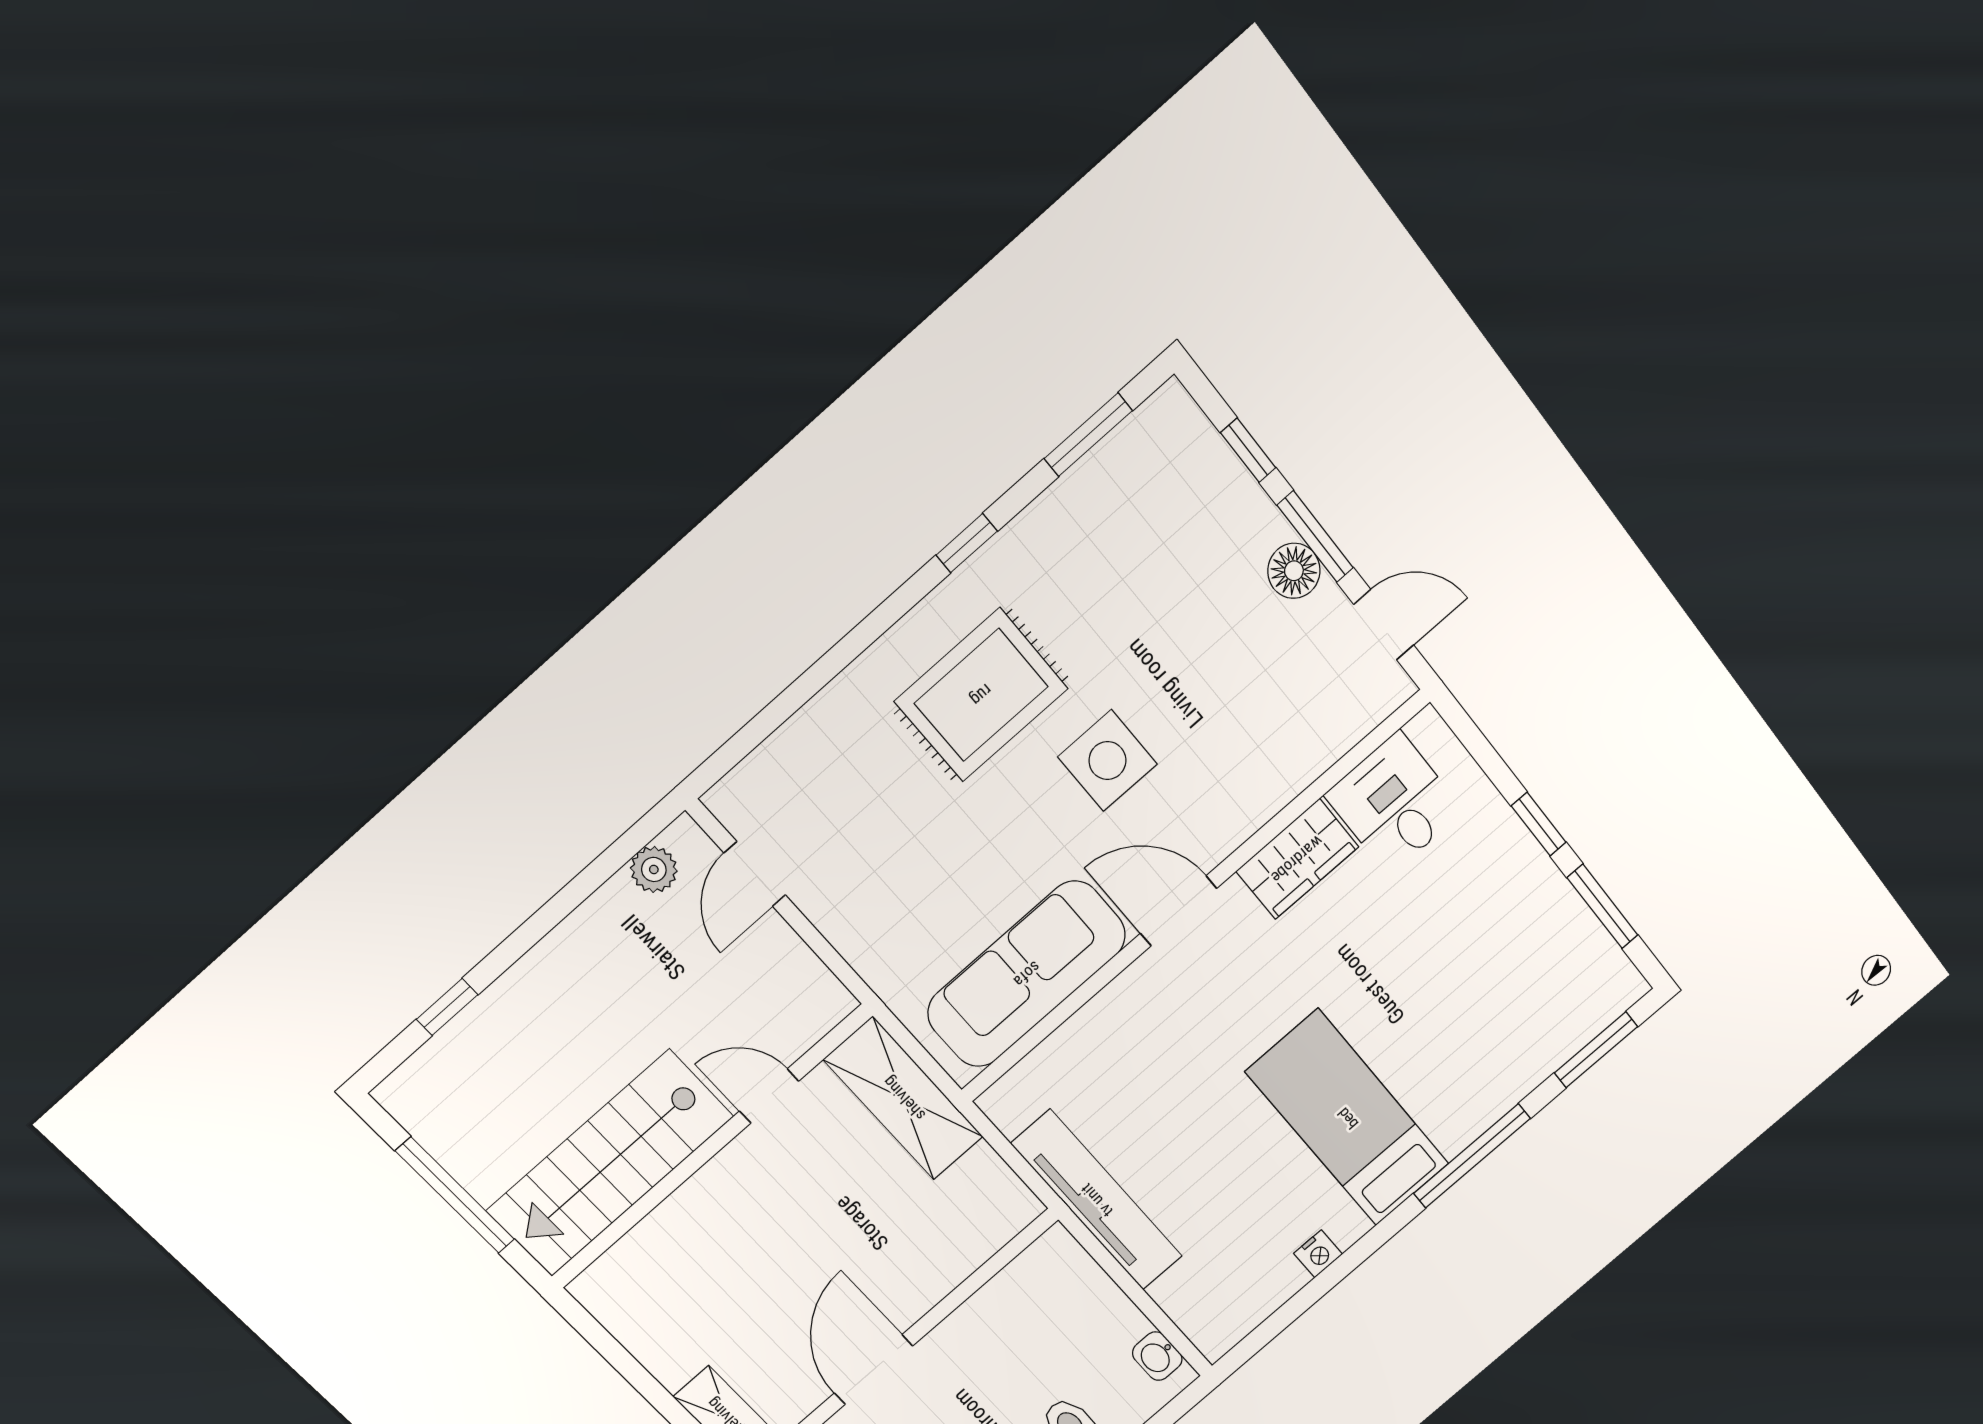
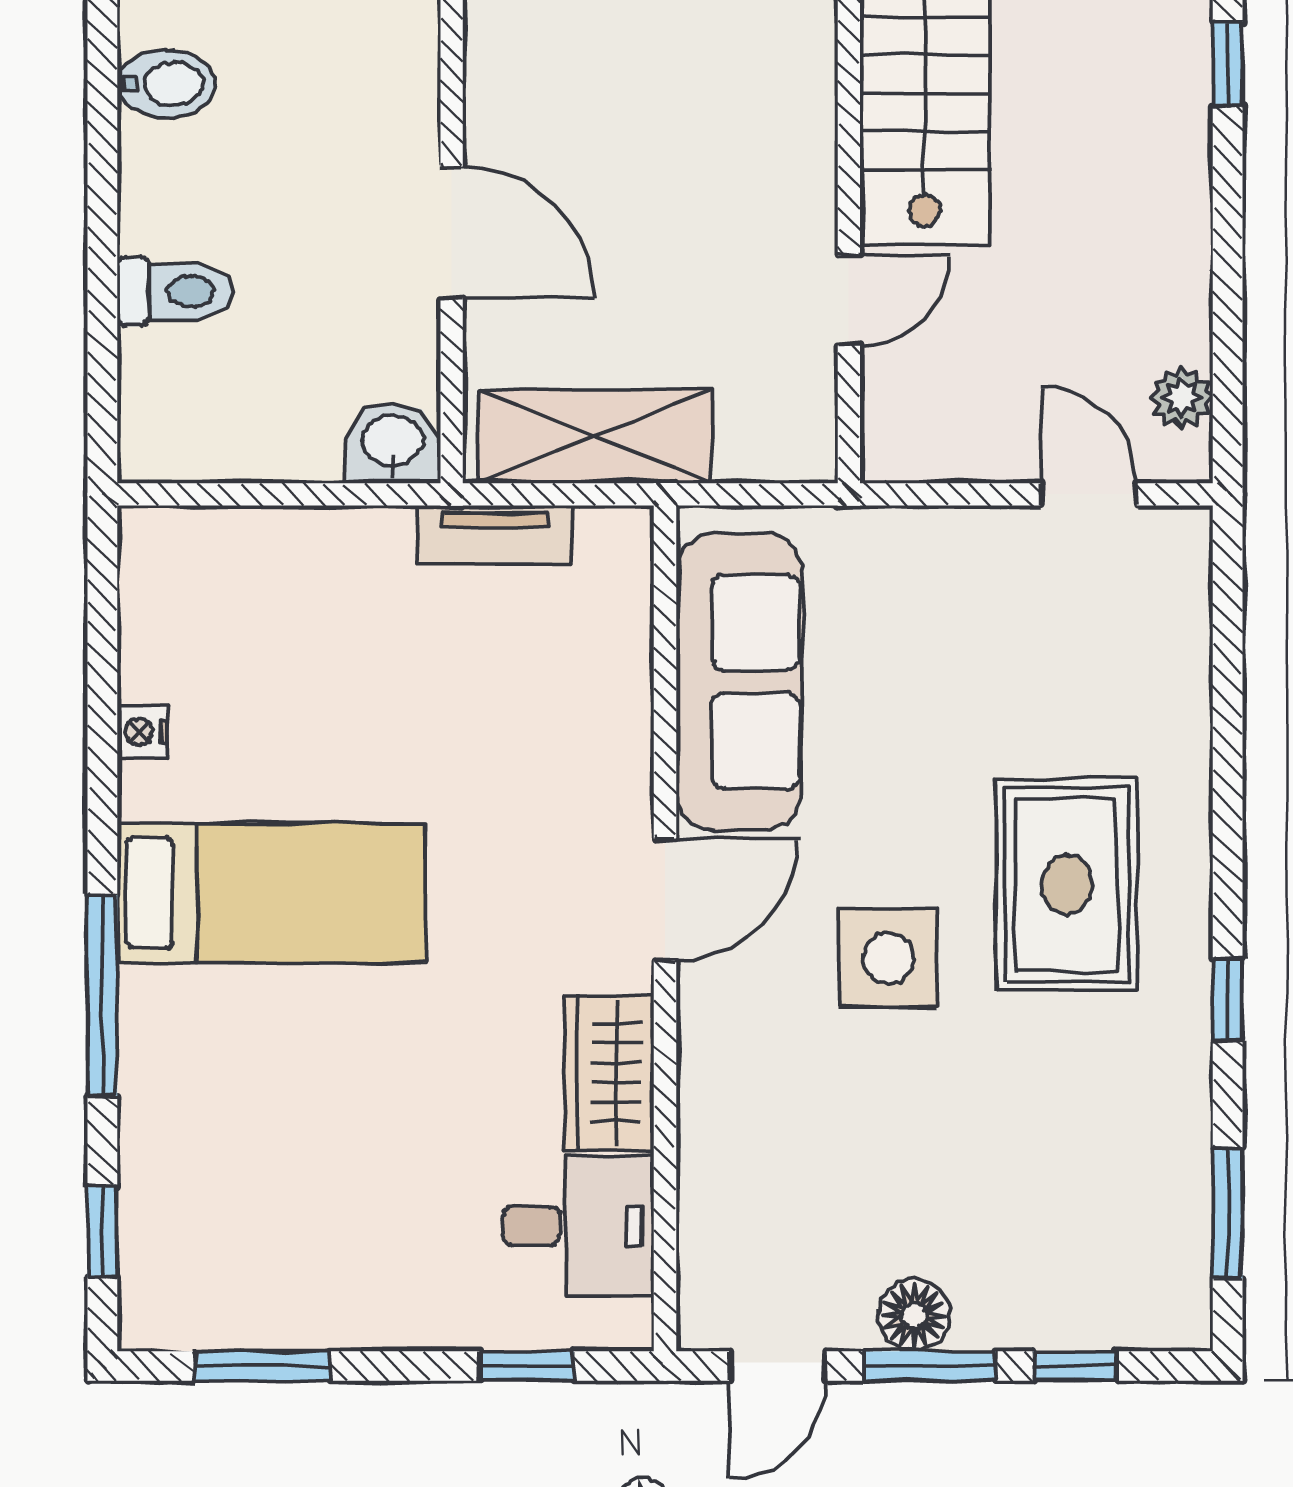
window: (1539, 824) -> (527, 1366), moved
window: (1596, 1050) -> (102, 1232), width x0.67
shelving: (904, 1098) -> (595, 437), moved
tv unit: (1097, 1200) -> (495, 535), width x0.52, depth x0.78
washbasin: (1157, 1356) -> (393, 443), moved, width x1.38, depth x1.45
door: (874, 1370) -> (452, 232), moved

